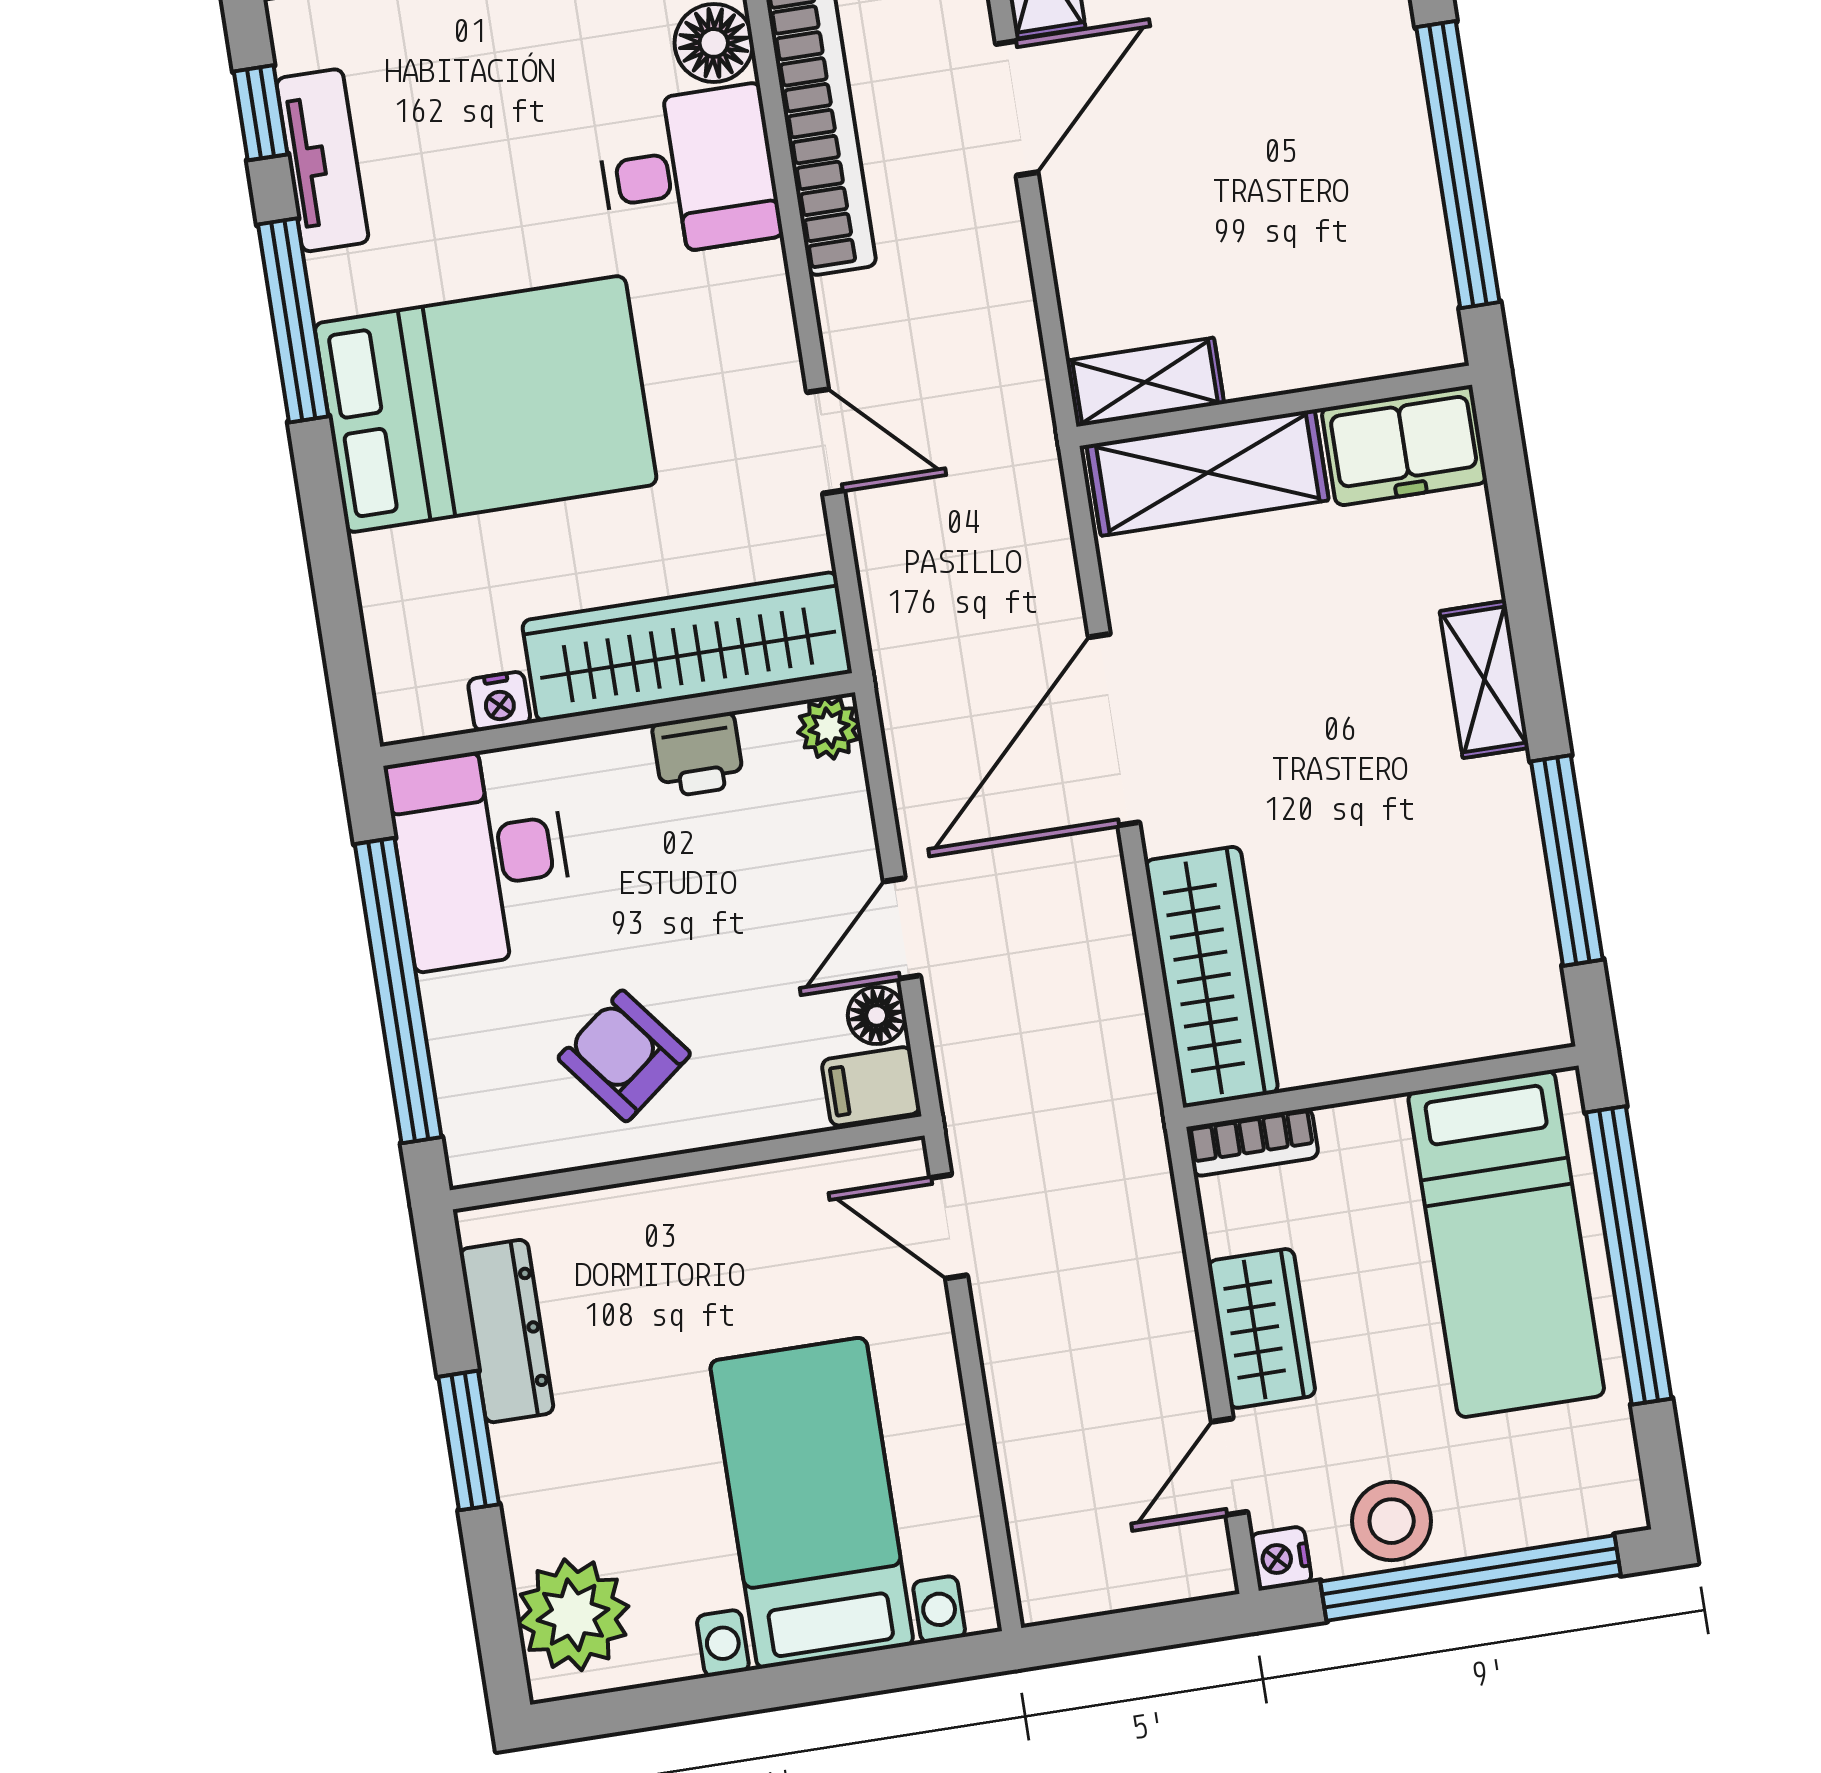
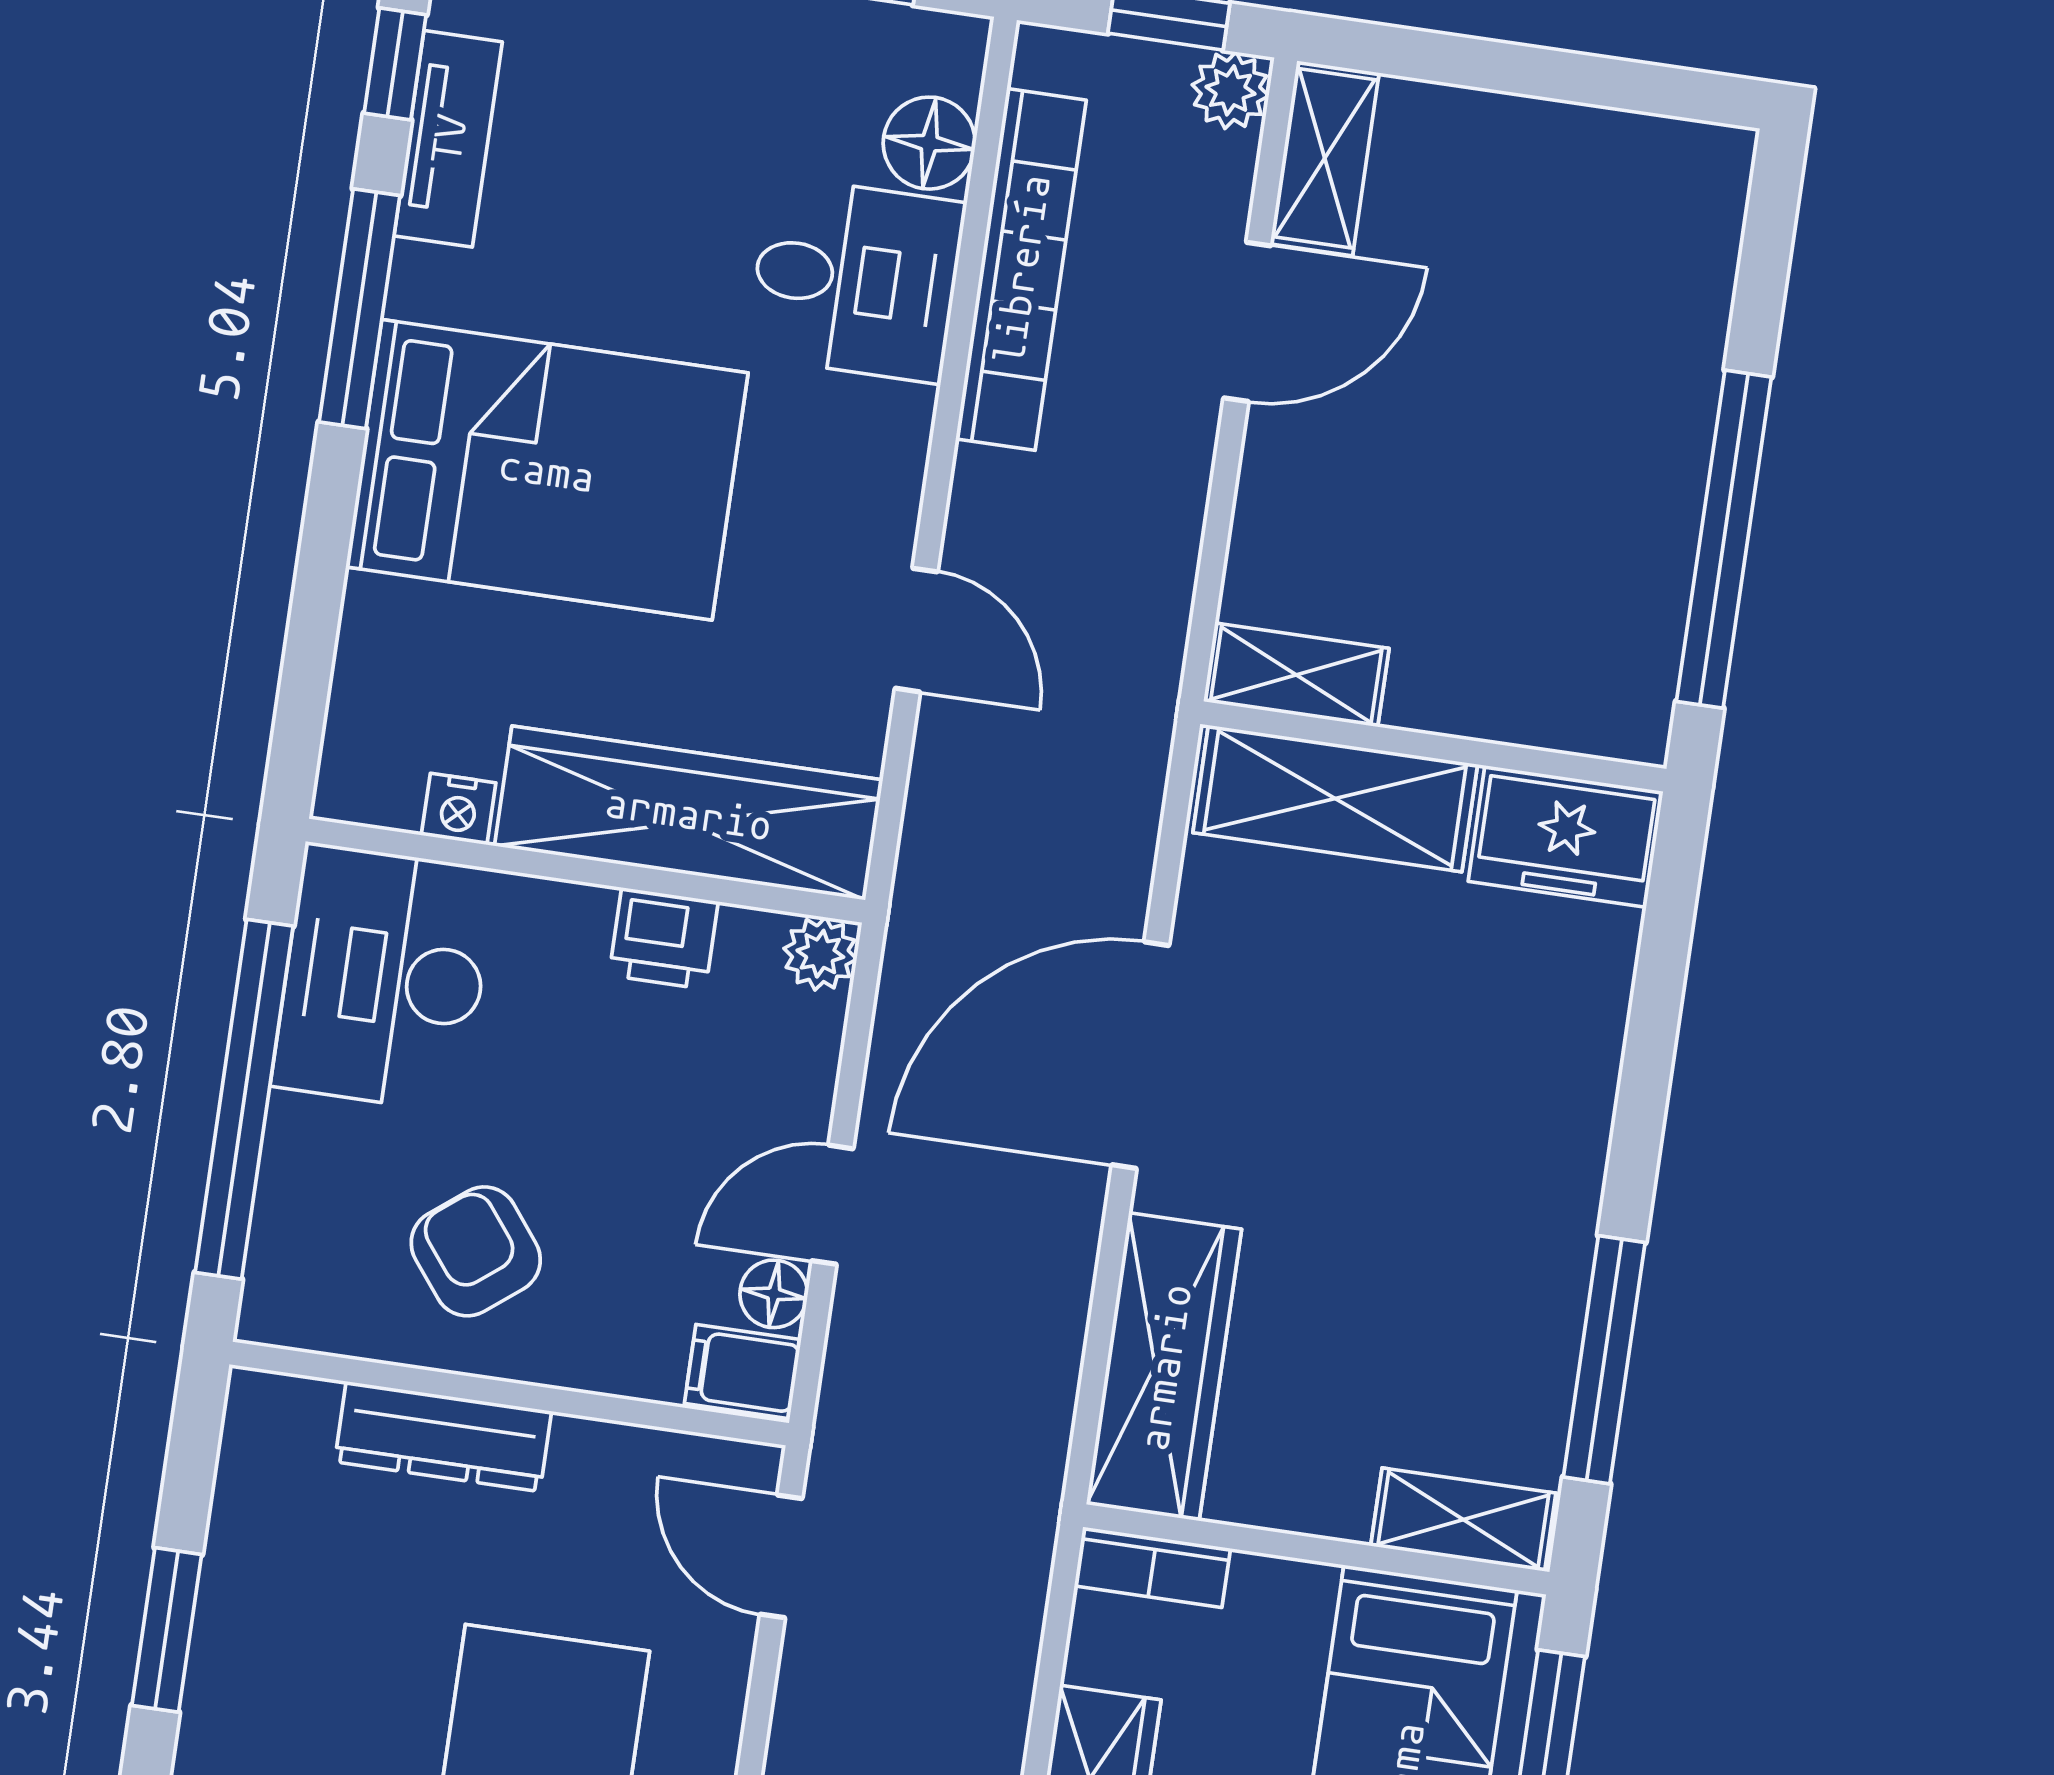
shelving: (1484, 679) -> (1463, 1520), moved, turned 90
dresser: (507, 1331) -> (443, 1437), moved, turned 90

